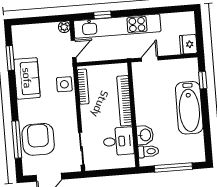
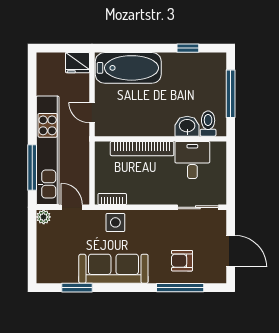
window: (103, 15) -> (32, 168), width x2.17
sofa: (27, 78) -> (113, 269), width x1.36
window: (203, 80) -> (188, 48), moved
bookcase: (83, 87) -> (112, 199), width x0.64
bathtub: (189, 108) -> (128, 68), moved
armchair: (38, 139) -> (182, 261), width x0.53, depth x0.53

